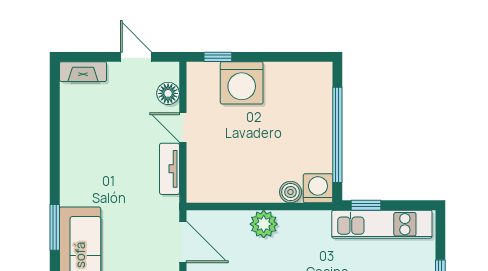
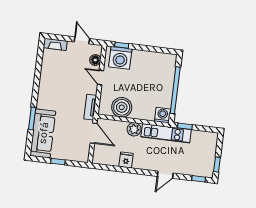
washing machine: (242, 83) -> (120, 58), moved
tv unit: (169, 169) -> (90, 107), moved
boiler: (291, 192) -> (122, 107), moved, width x1.86, depth x1.86
kitchen unit: (382, 224) -> (166, 133), moved

